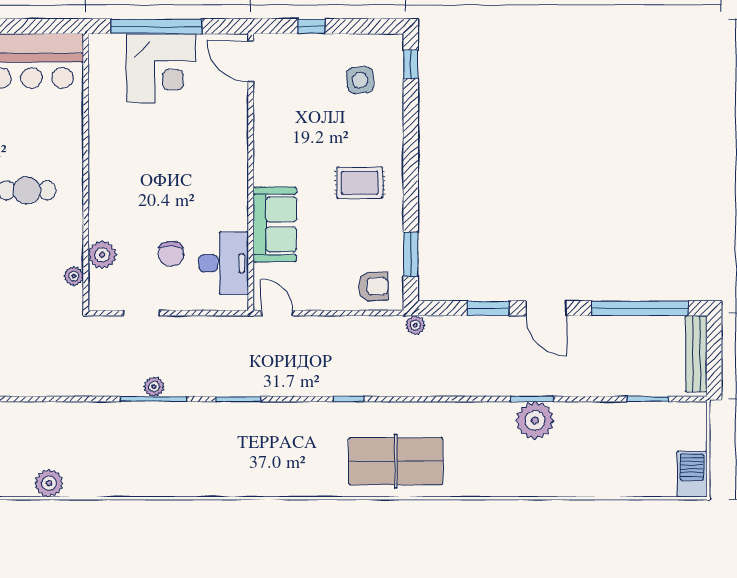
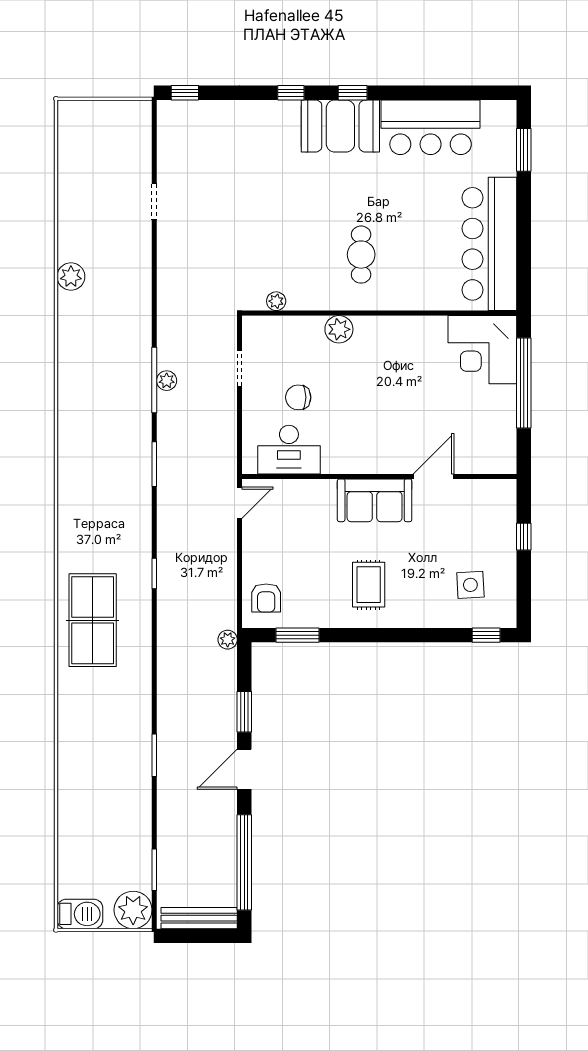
door: (251, 61) -> (433, 476), moved
corner desk: (161, 68) -> (482, 350), moved
sofa: (275, 224) -> (375, 500), moved
plant: (102, 255) -> (339, 329), moved
plant: (535, 420) -> (133, 910), moved

